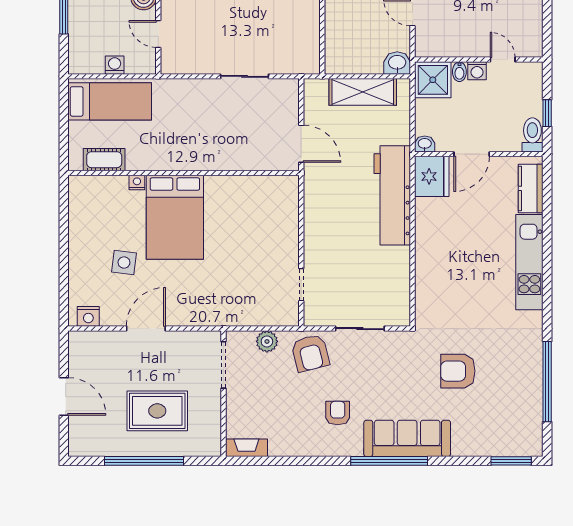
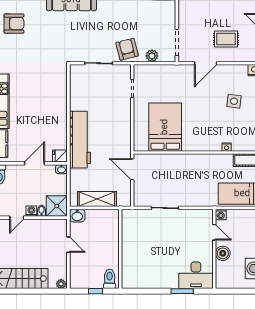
door: (503, 60) -> (17, 218), hinge flipped
washing machine: (115, 65) -> (221, 214), moved
fridge: (432, 176) -> (60, 156), width x0.53, depth x0.75
bed: (175, 217) -> (165, 127), moved
door: (146, 329) -> (206, 63), moved
armchair: (458, 371) -> (14, 24), moved
rug: (157, 411) -> (226, 39), moved, width x0.73, depth x0.70
armchair: (338, 413) -> (111, 15), removed

